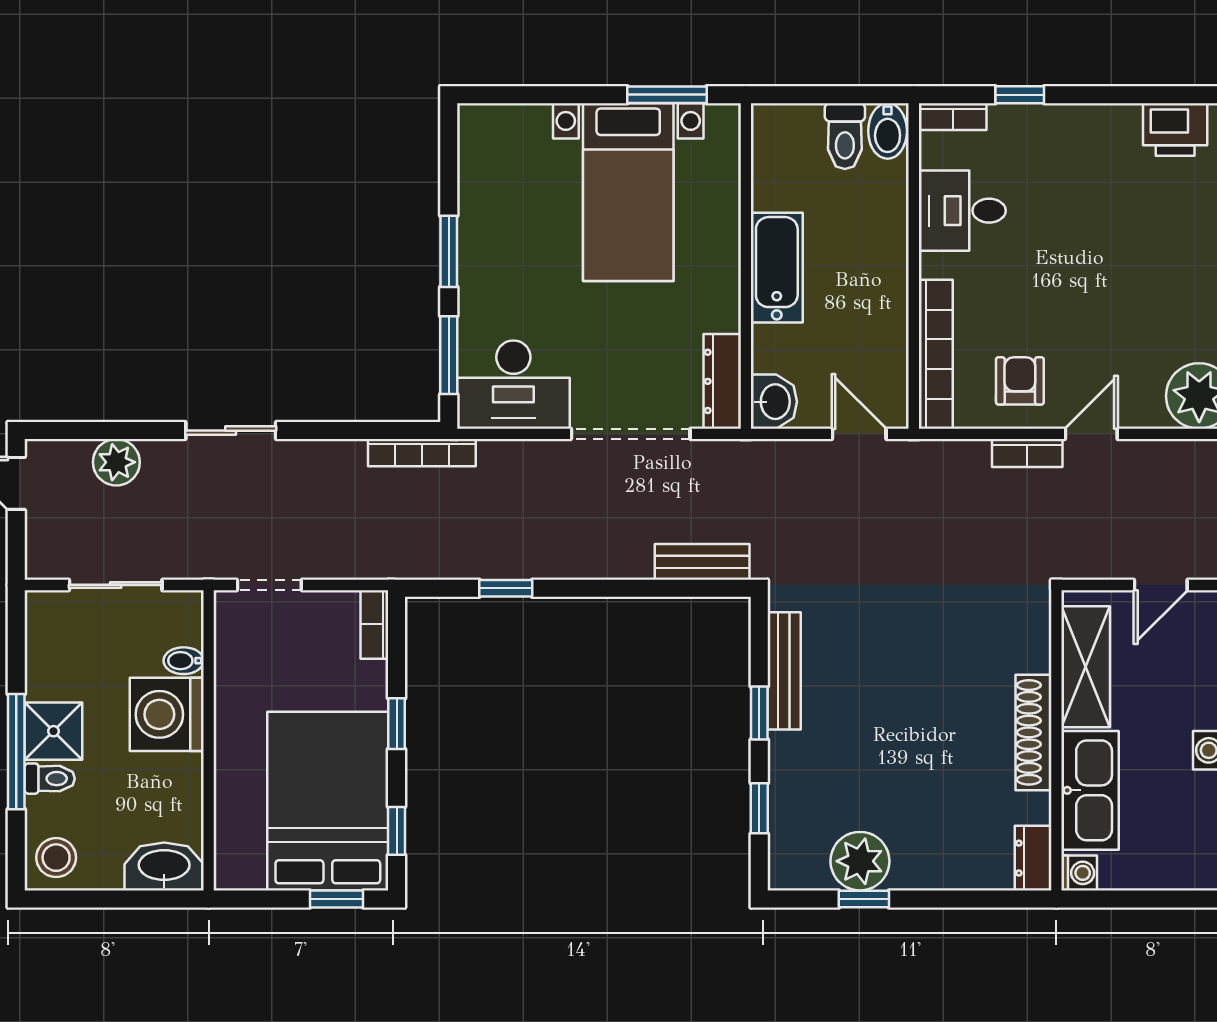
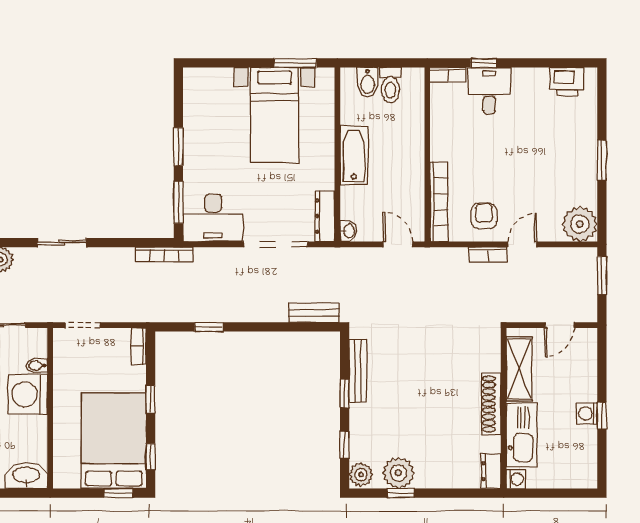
bidet: (888, 131) -> (368, 82), moved
desk: (962, 211) -> (489, 91), moved, turned 90
washbasin: (774, 402) -> (349, 231), width x0.72, depth x0.69
plant: (790, 864) -> (361, 475), added

